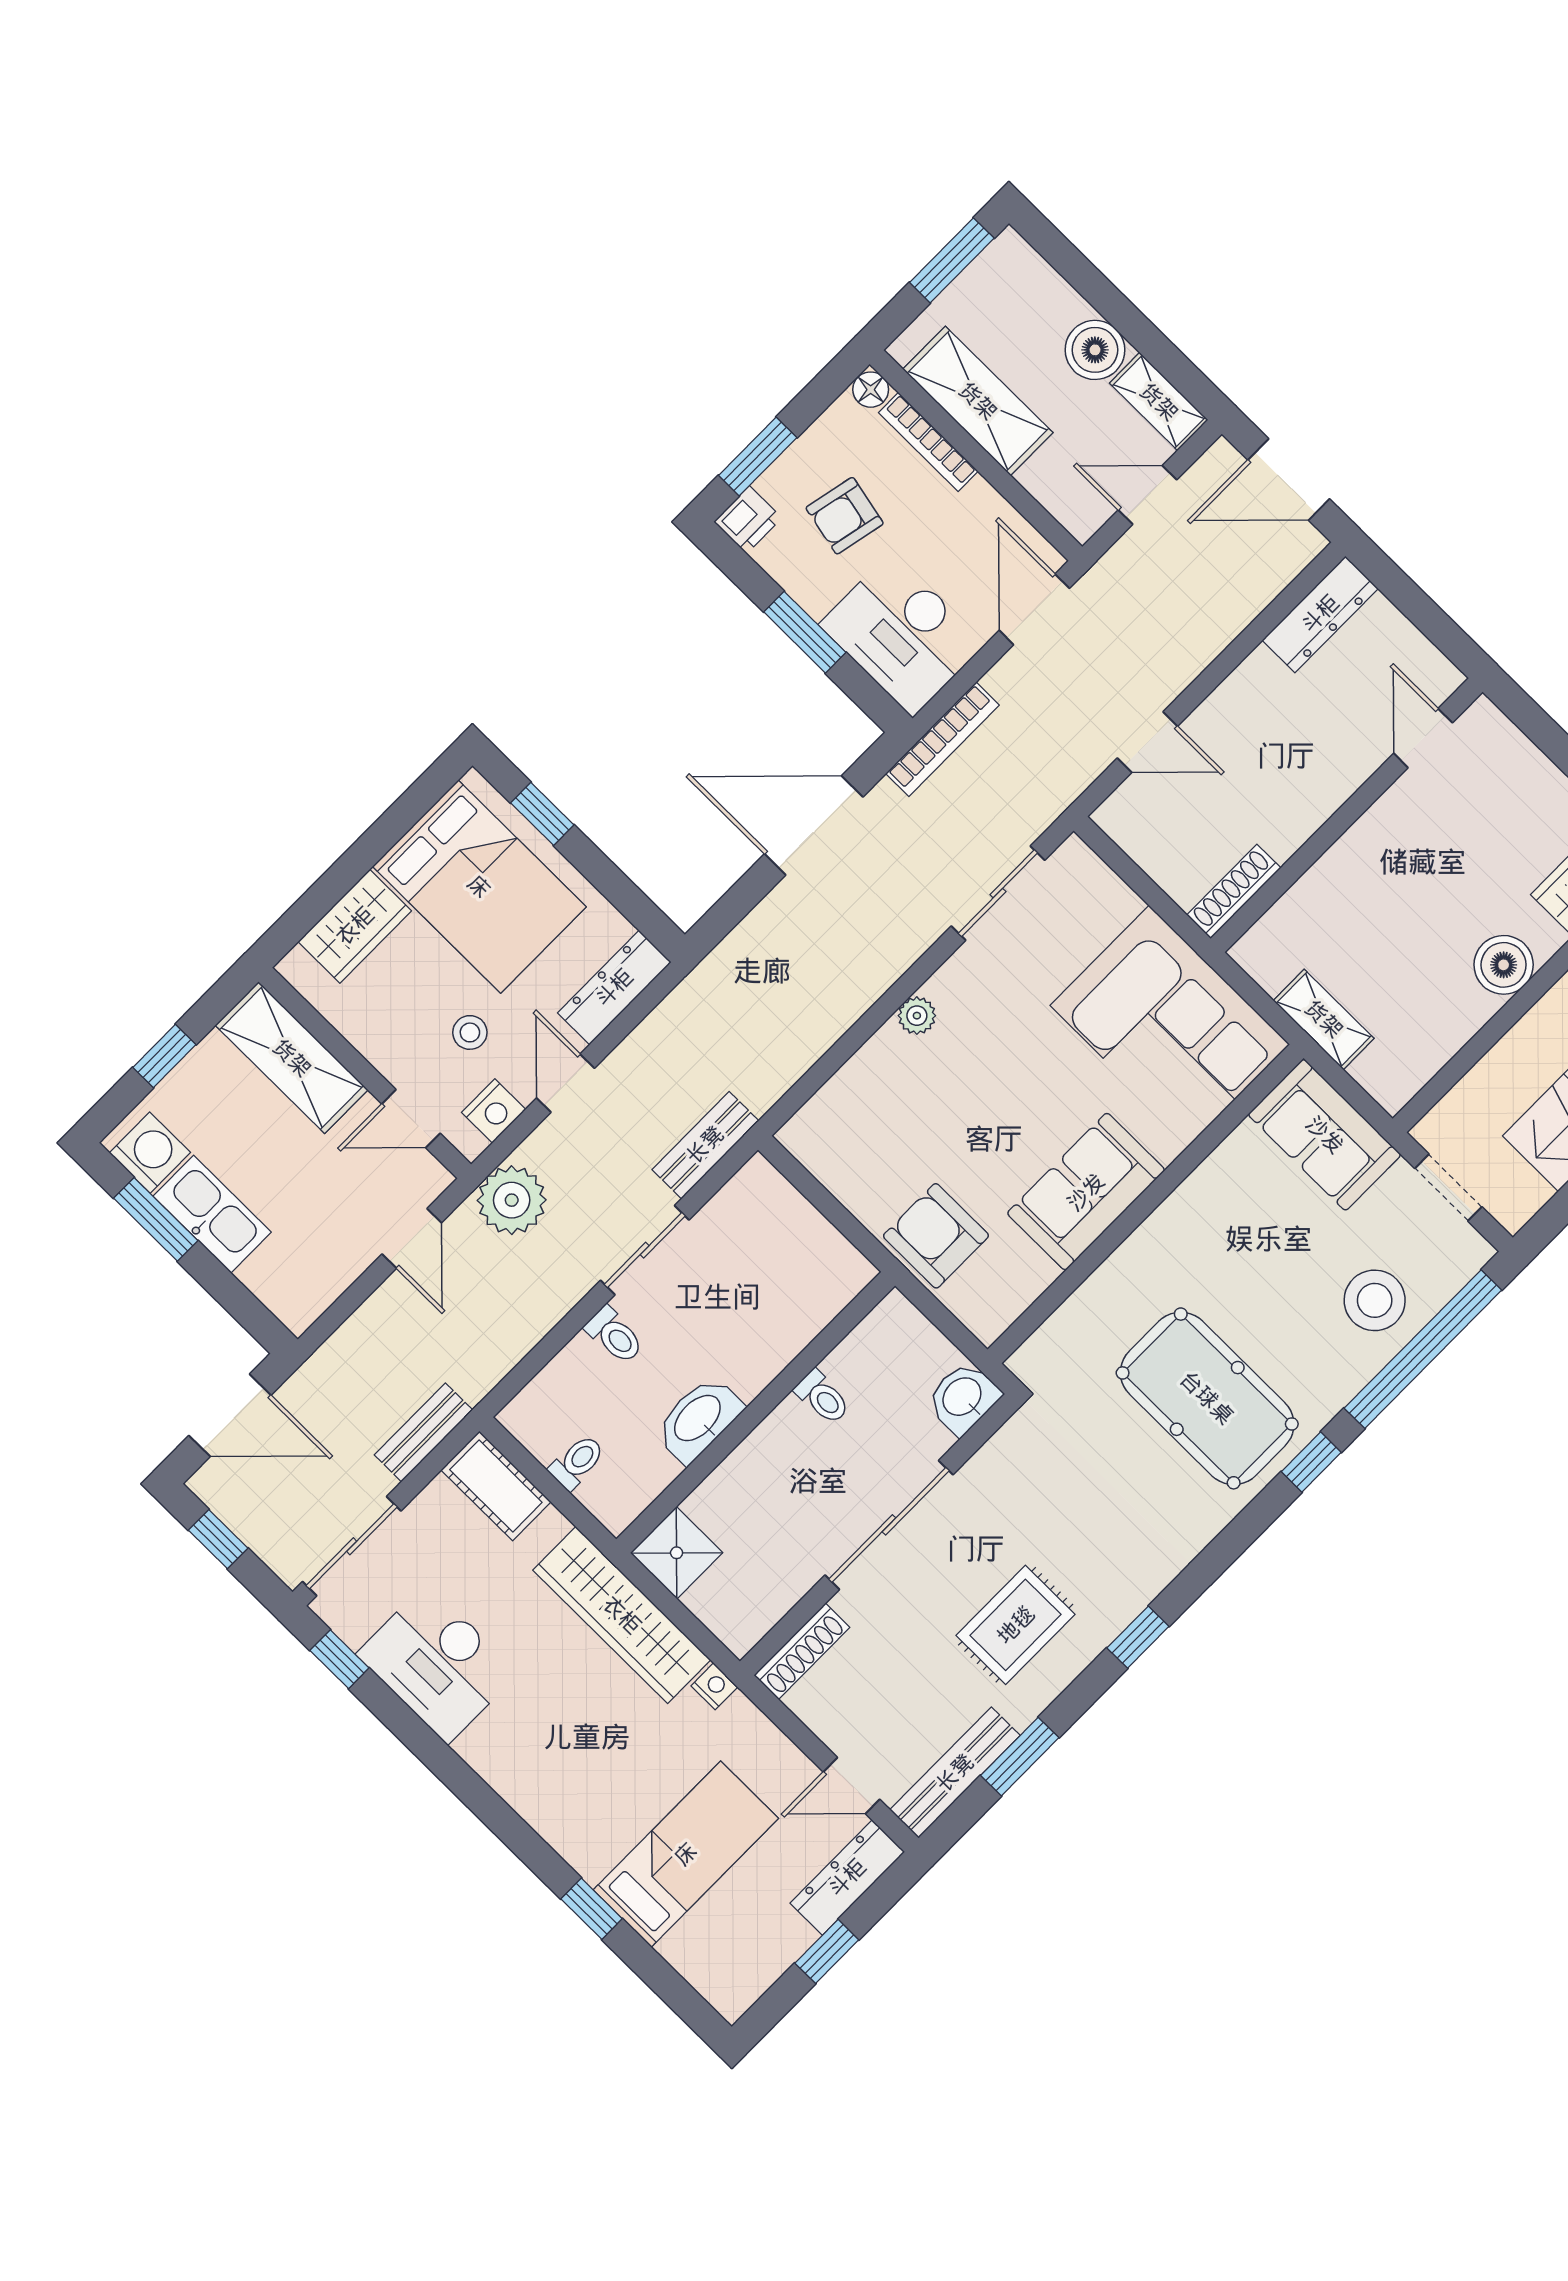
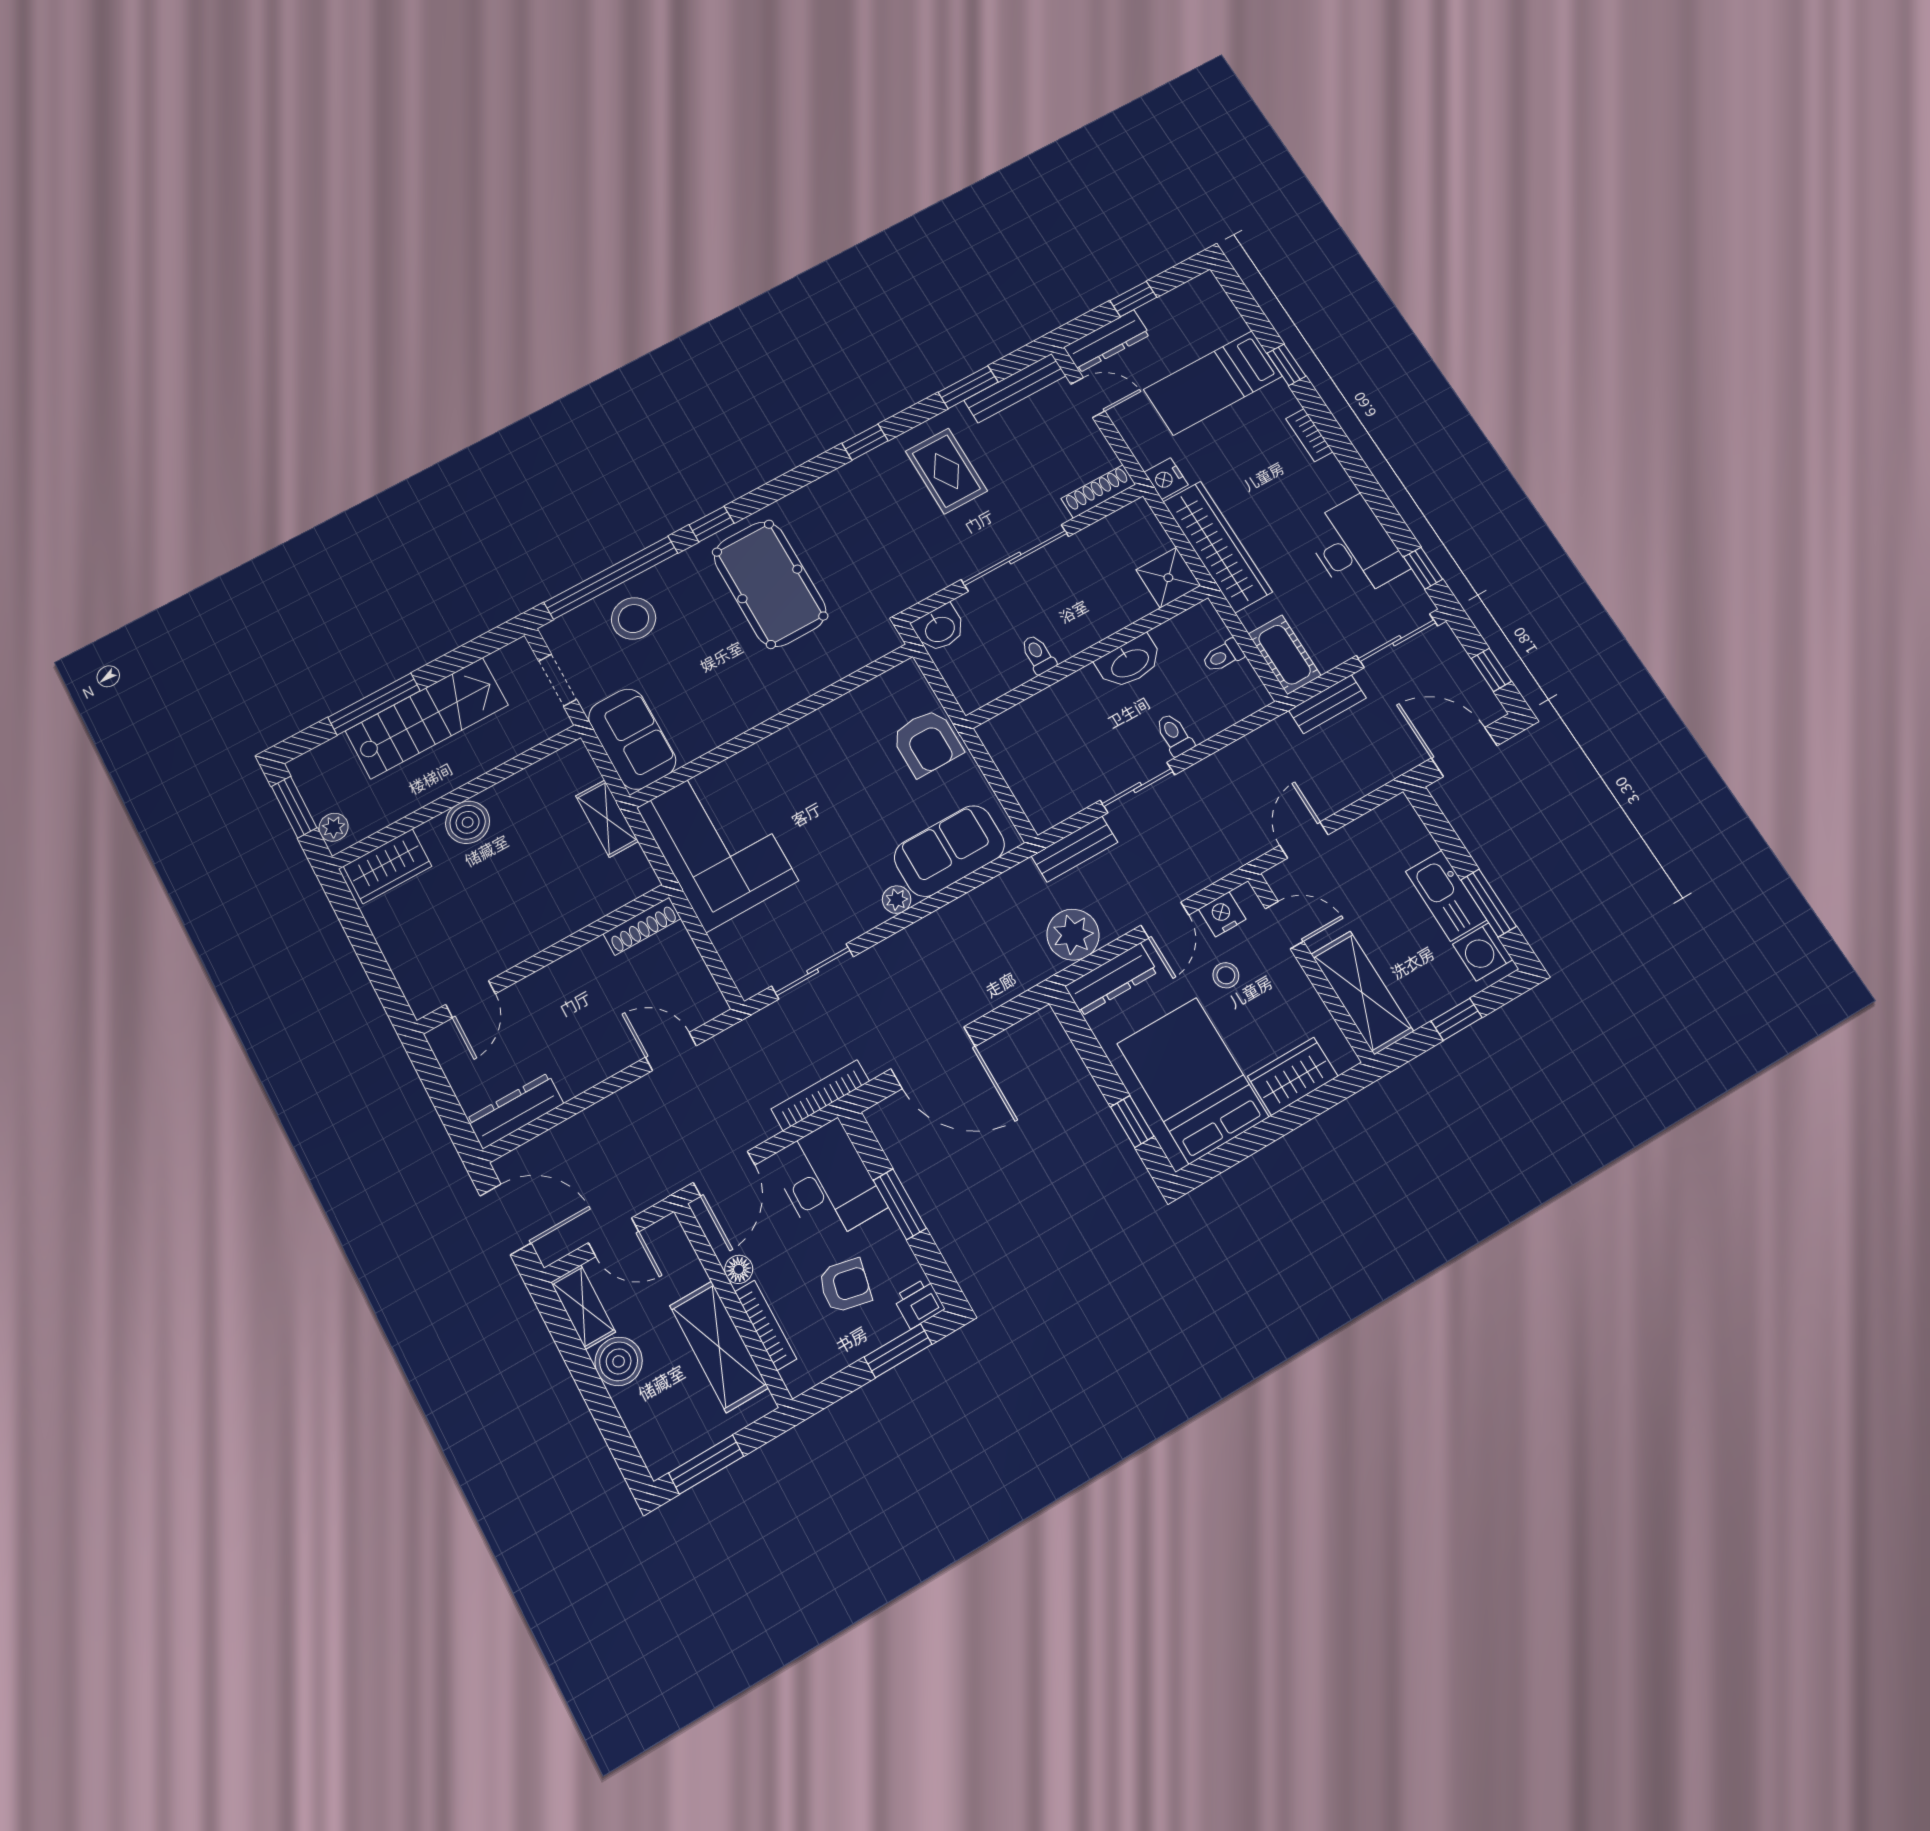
floor lamp: (871, 390) -> (739, 1269), moved
sofa: (1086, 1192) -> (949, 851), moved, turned 180
plant: (512, 1200) -> (1073, 935), moved
rug: (1016, 1625) -> (946, 471), turned 90
nightstand: (714, 1686) -> (1166, 478), width x1.39, depth x1.35
bookcase: (536, 1812) -> (1309, 435), added

